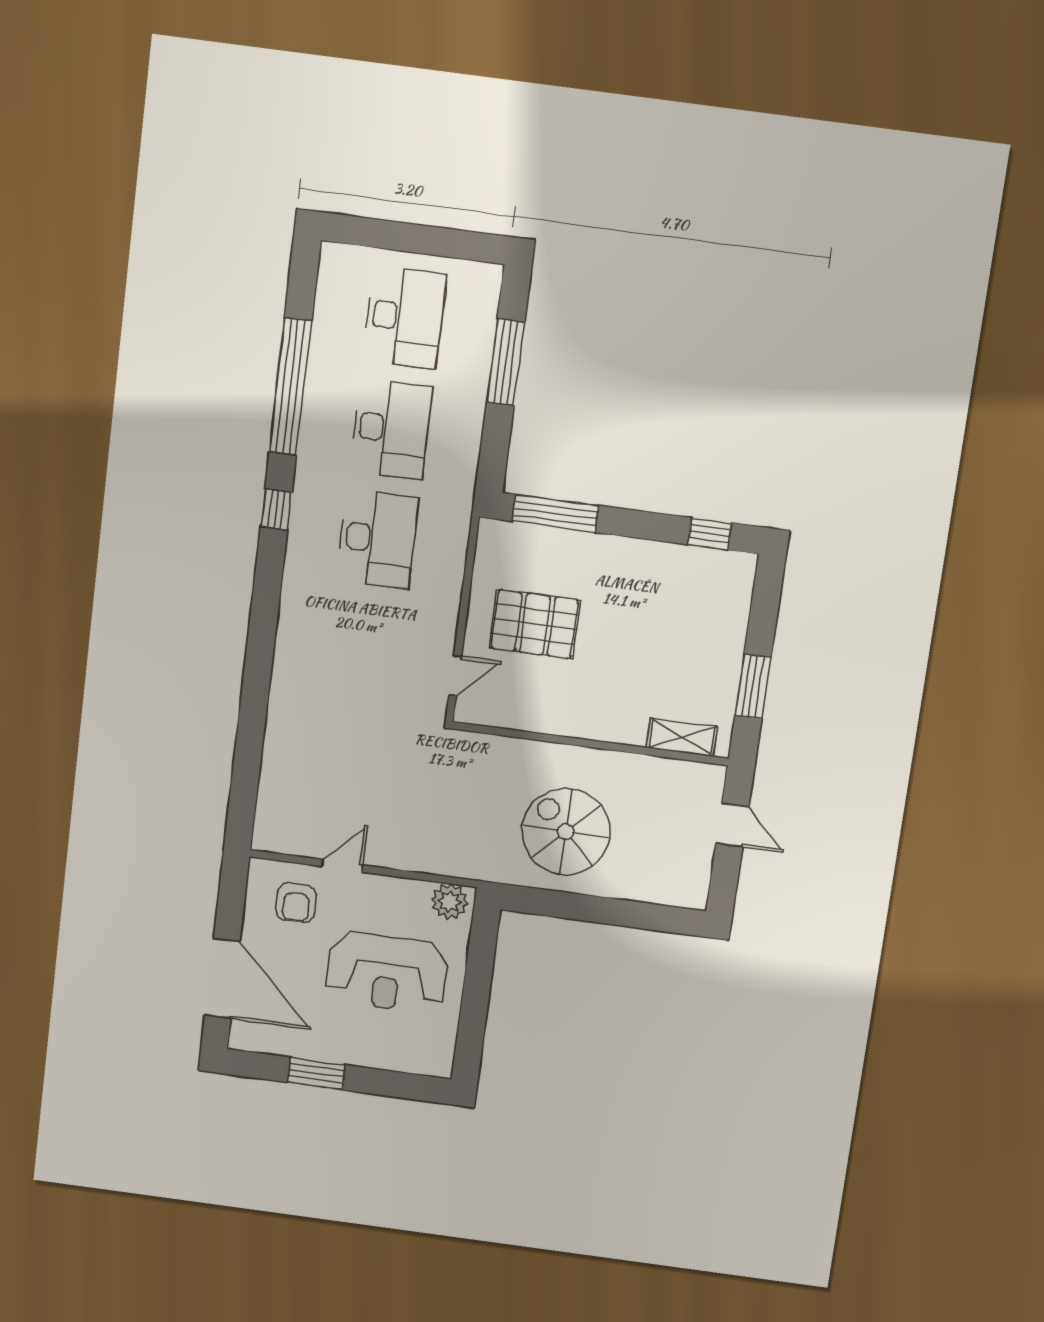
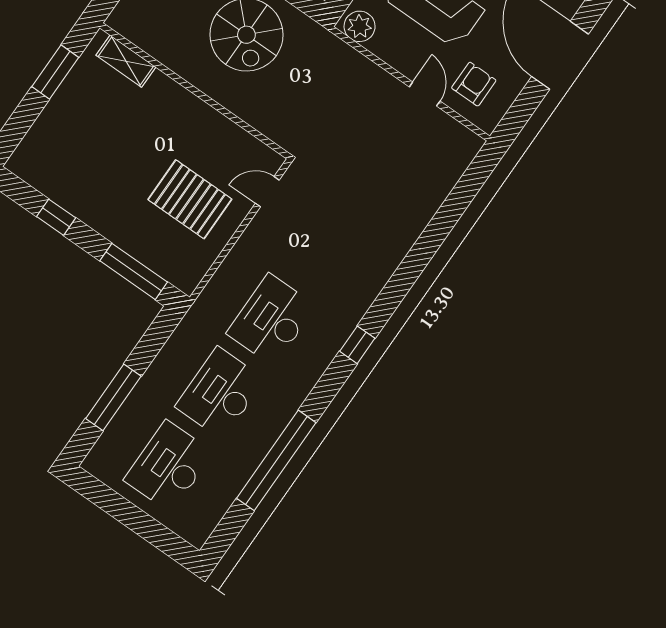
window: (276, 509) -> (357, 345), moved
window: (710, 534) -> (56, 217), moved
door: (342, 866) -> (425, 94), swing flipped

